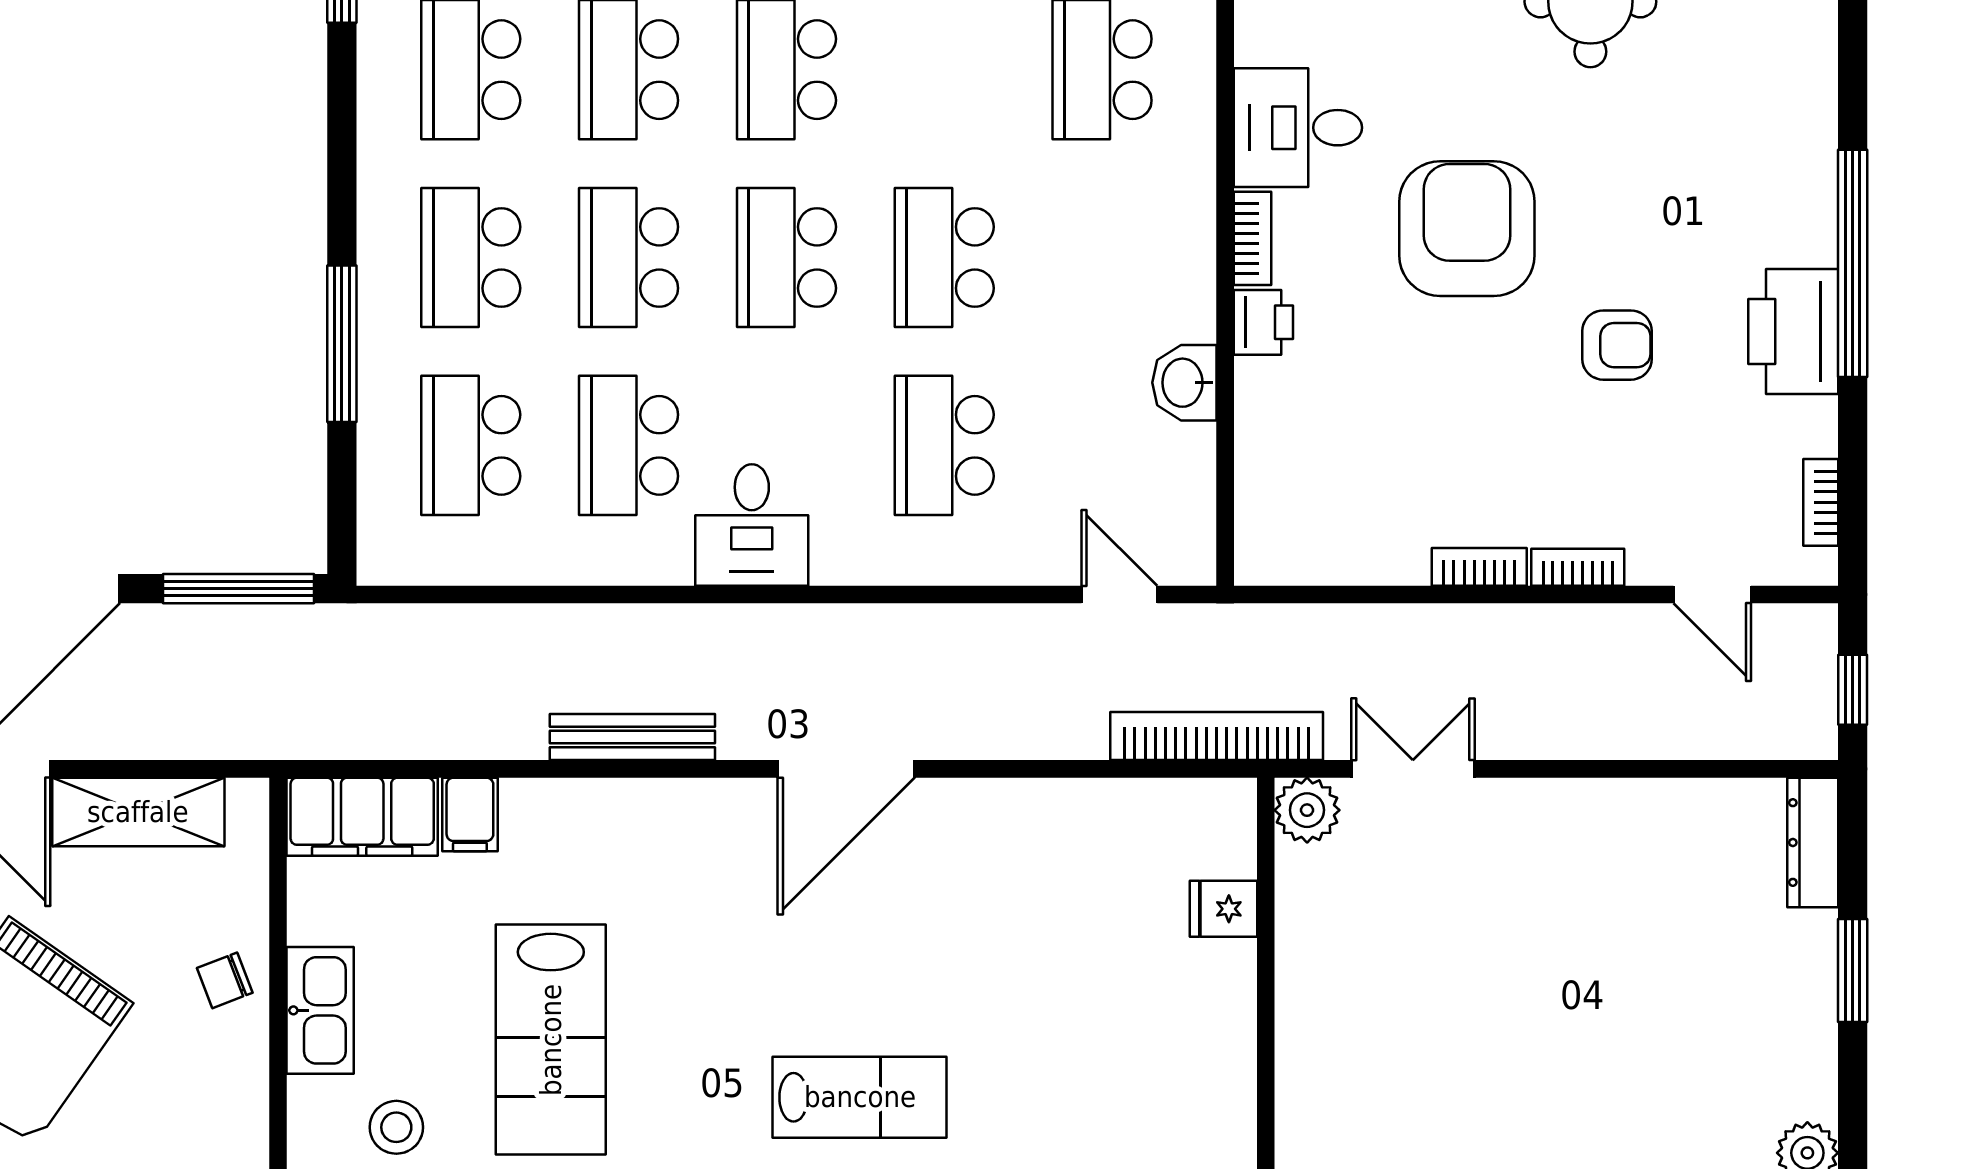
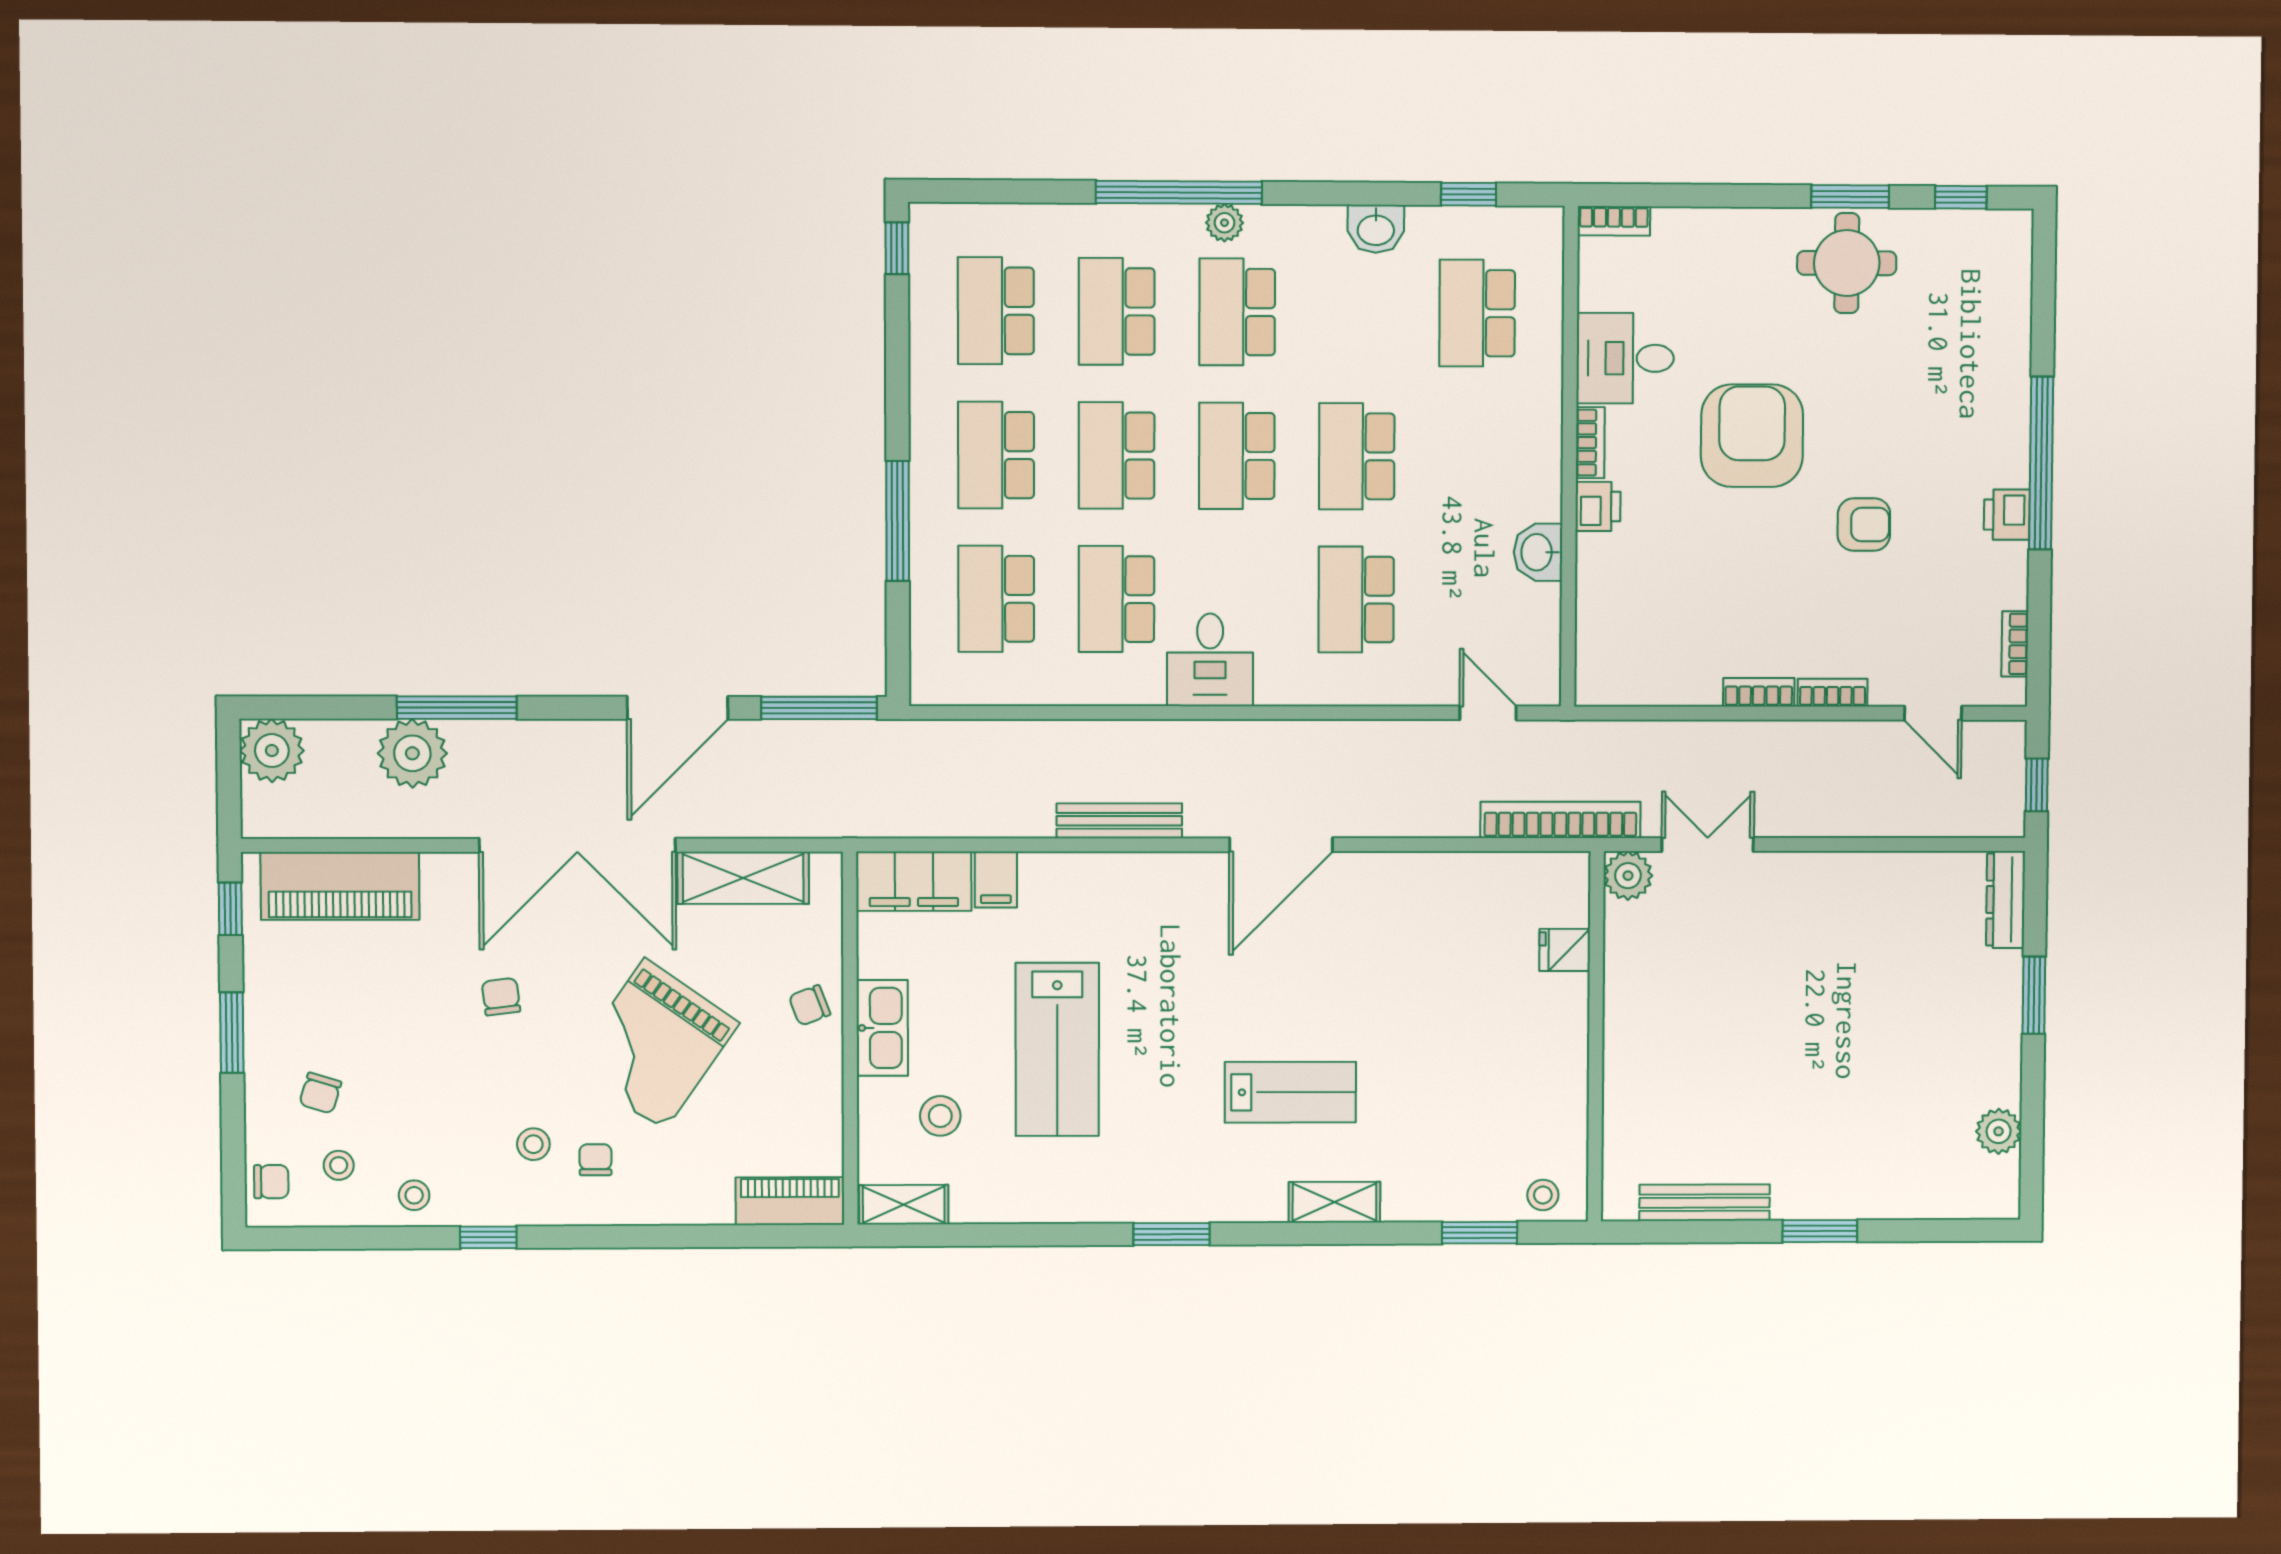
printer: (1793, 332) -> (2007, 515), width x0.53, depth x0.68

